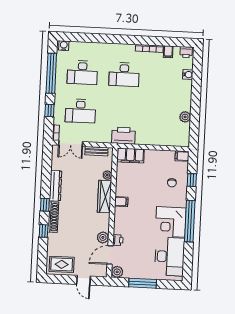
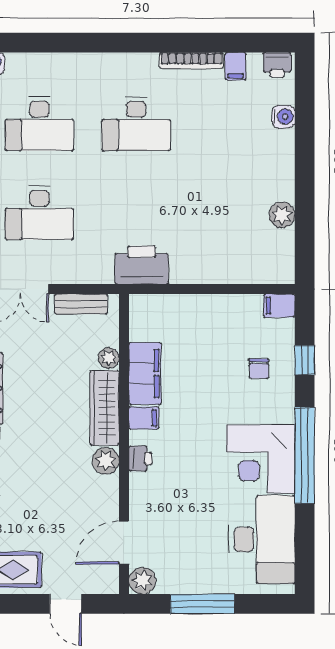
filing cabinet: (130, 155) -> (145, 373), moved, turned -90
plant: (103, 237) -> (106, 461), moved
printer: (118, 240) -> (140, 458), moved

